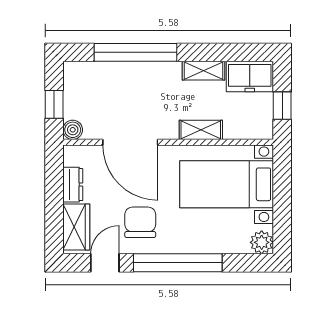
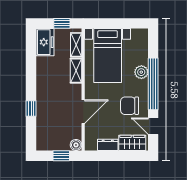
window: (135, 52) -> (31, 109), width x0.32
shelving: (203, 71) -> (76, 45), moved
door: (130, 142) -> (83, 112), width x0.73
plant: (262, 242) -> (141, 72), moved

